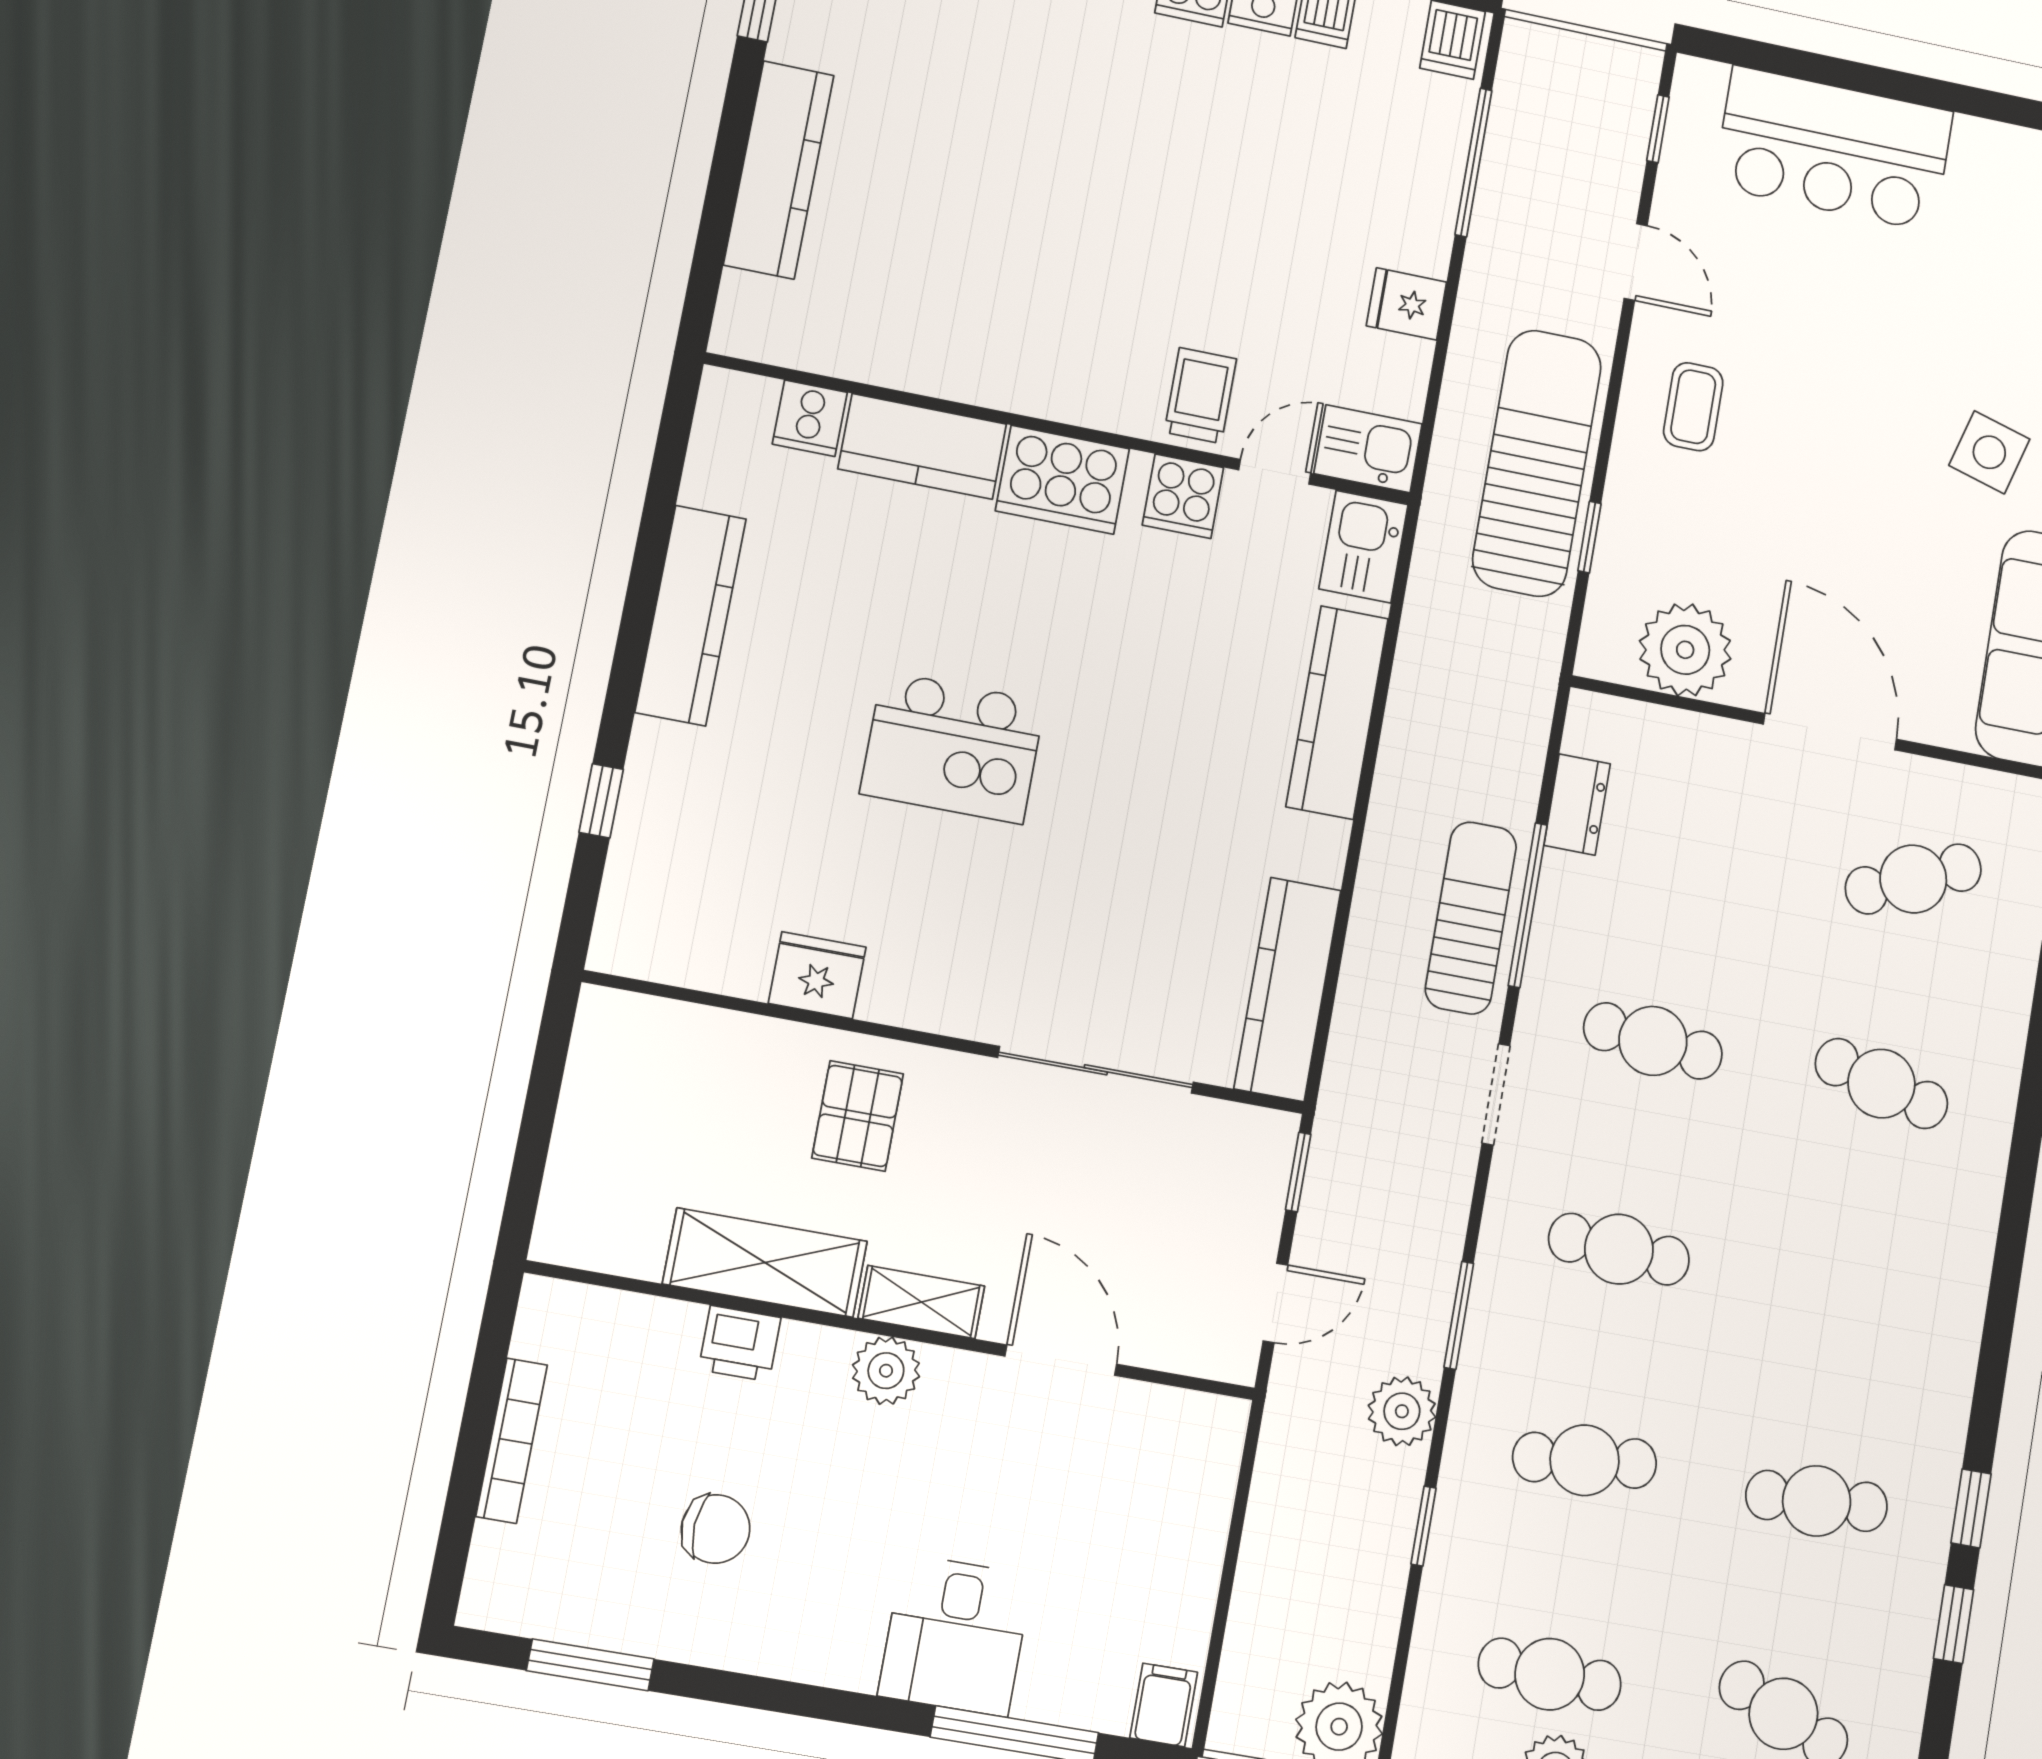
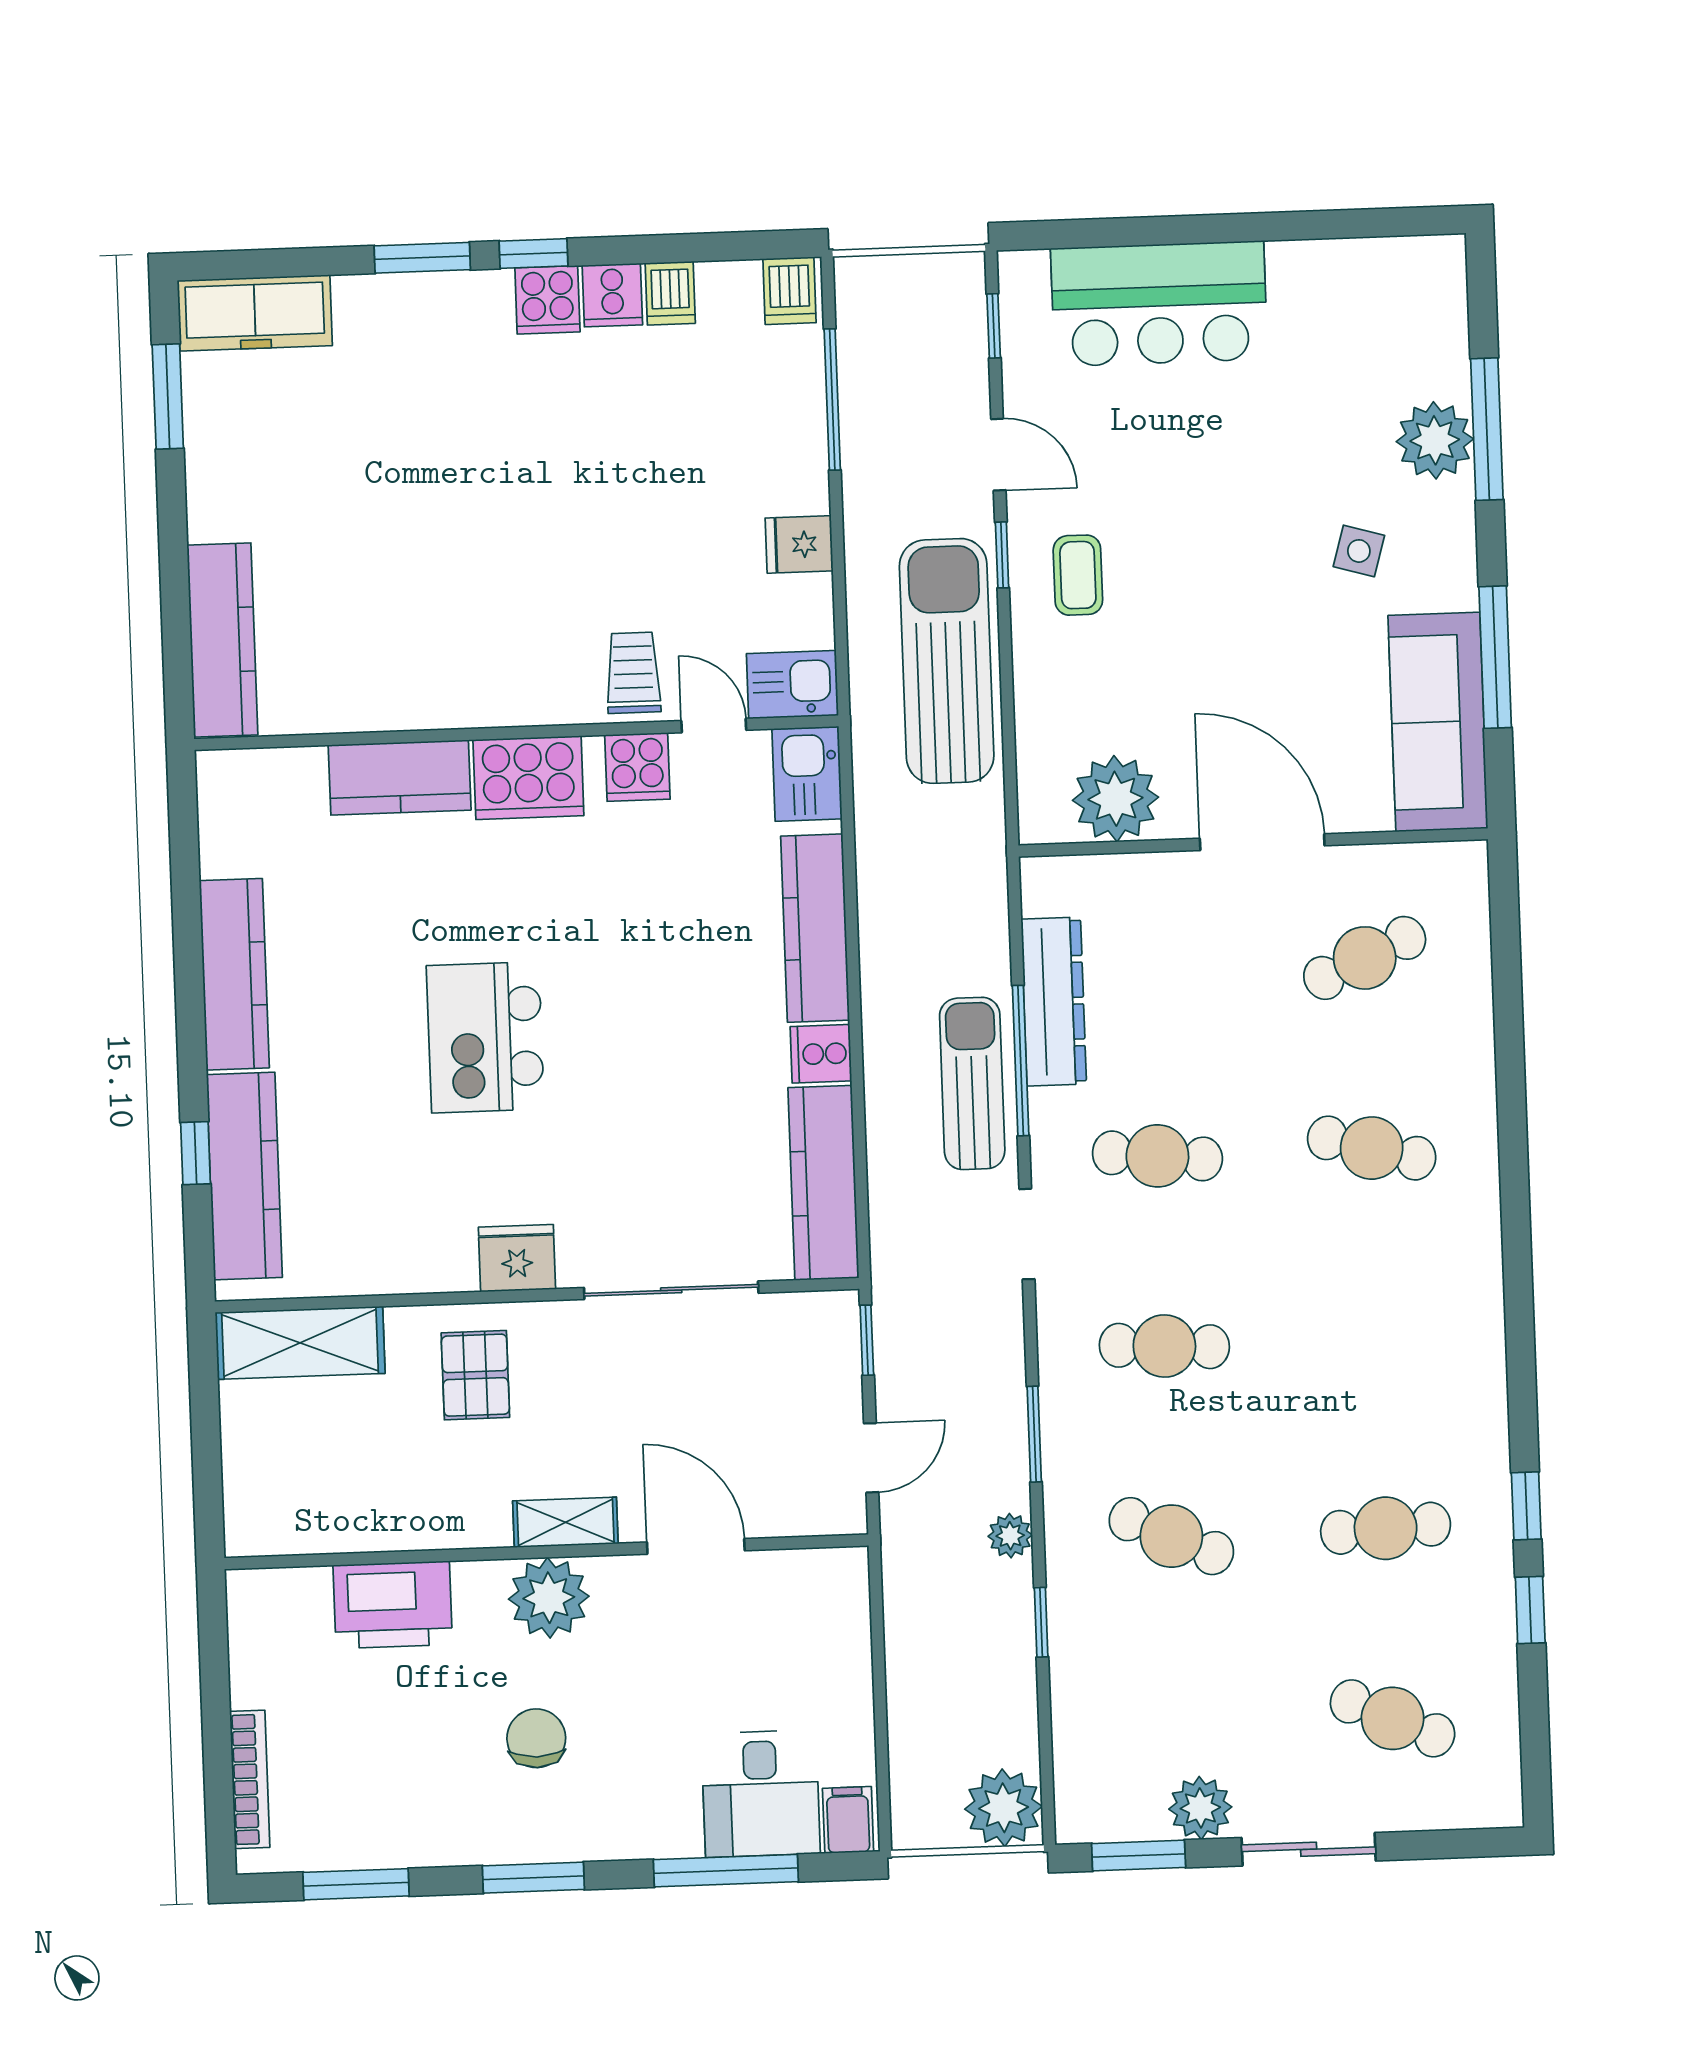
kitchen counter: (779, 170) -> (222, 640), moved
cooker: (810, 418) -> (821, 1054), moved, turned 90
side table: (1989, 452) -> (1359, 551), width x0.73, depth x0.73
door: (1275, 472) -> (714, 725), hinge flipped
window: (1589, 537) -> (1002, 555), moved
kitchen island: (953, 748) -> (485, 1037), turned 90
dresser: (1577, 805) -> (1054, 1002), width x1.96, depth x1.24
kitchen counter: (650, 838) -> (244, 1176), added
fridge: (817, 975) -> (517, 1258), moved
shelving: (765, 1263) -> (300, 1343), moved
printer: (740, 1344) -> (393, 1605), width x1.87, depth x1.48
plant: (886, 1371) -> (549, 1598), width x1.36, depth x1.36
plant: (1402, 1411) -> (1010, 1536), width x0.73, depth x0.73
bookcase: (512, 1441) -> (250, 1779), moved
cafe table: (1585, 1460) -> (1171, 1536), turned 30
chair: (716, 1529) -> (536, 1738), moved, turned -93
desk: (955, 1635) -> (761, 1794), moved
cafe table: (1550, 1674) -> (1178, 1726), removed
window: (795, 1699) -> (533, 1878), added

